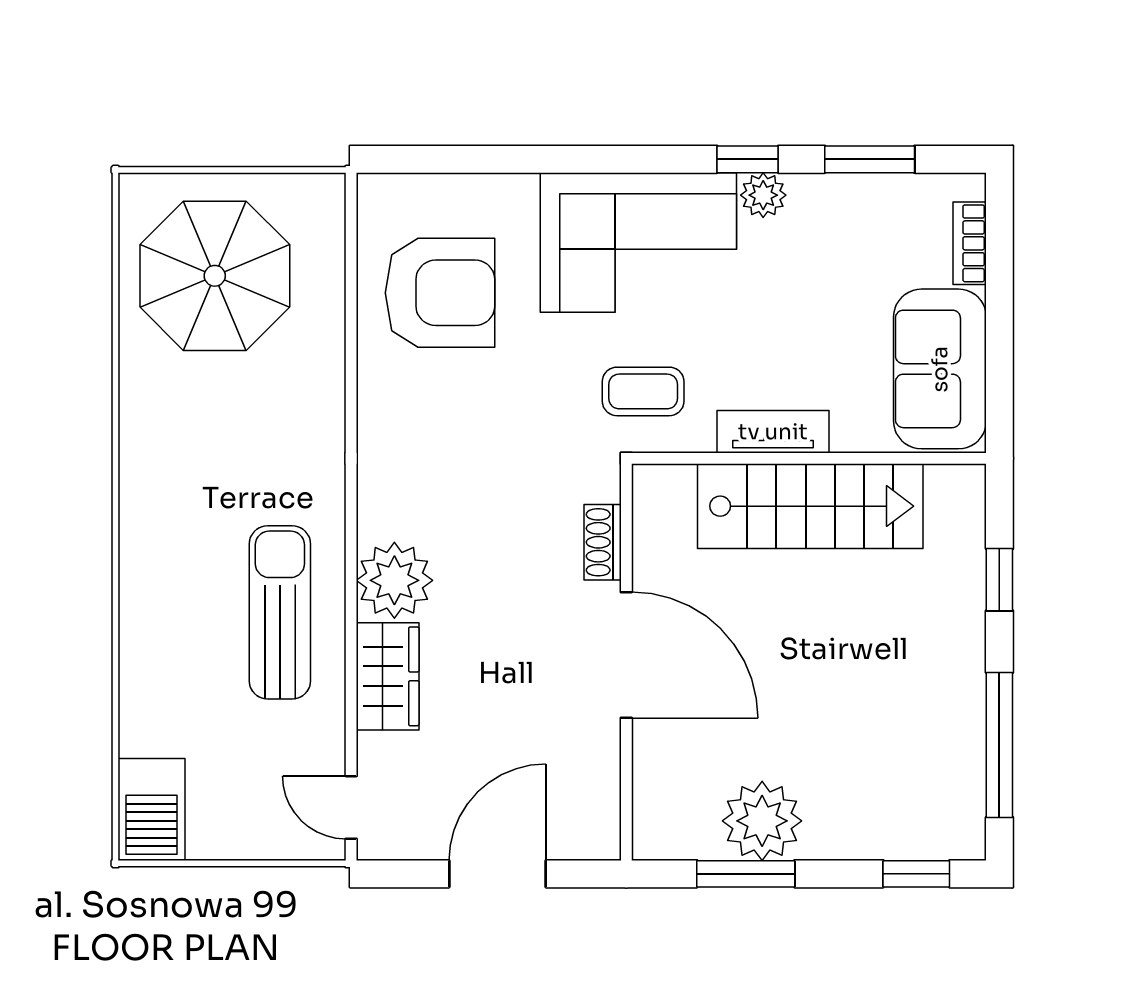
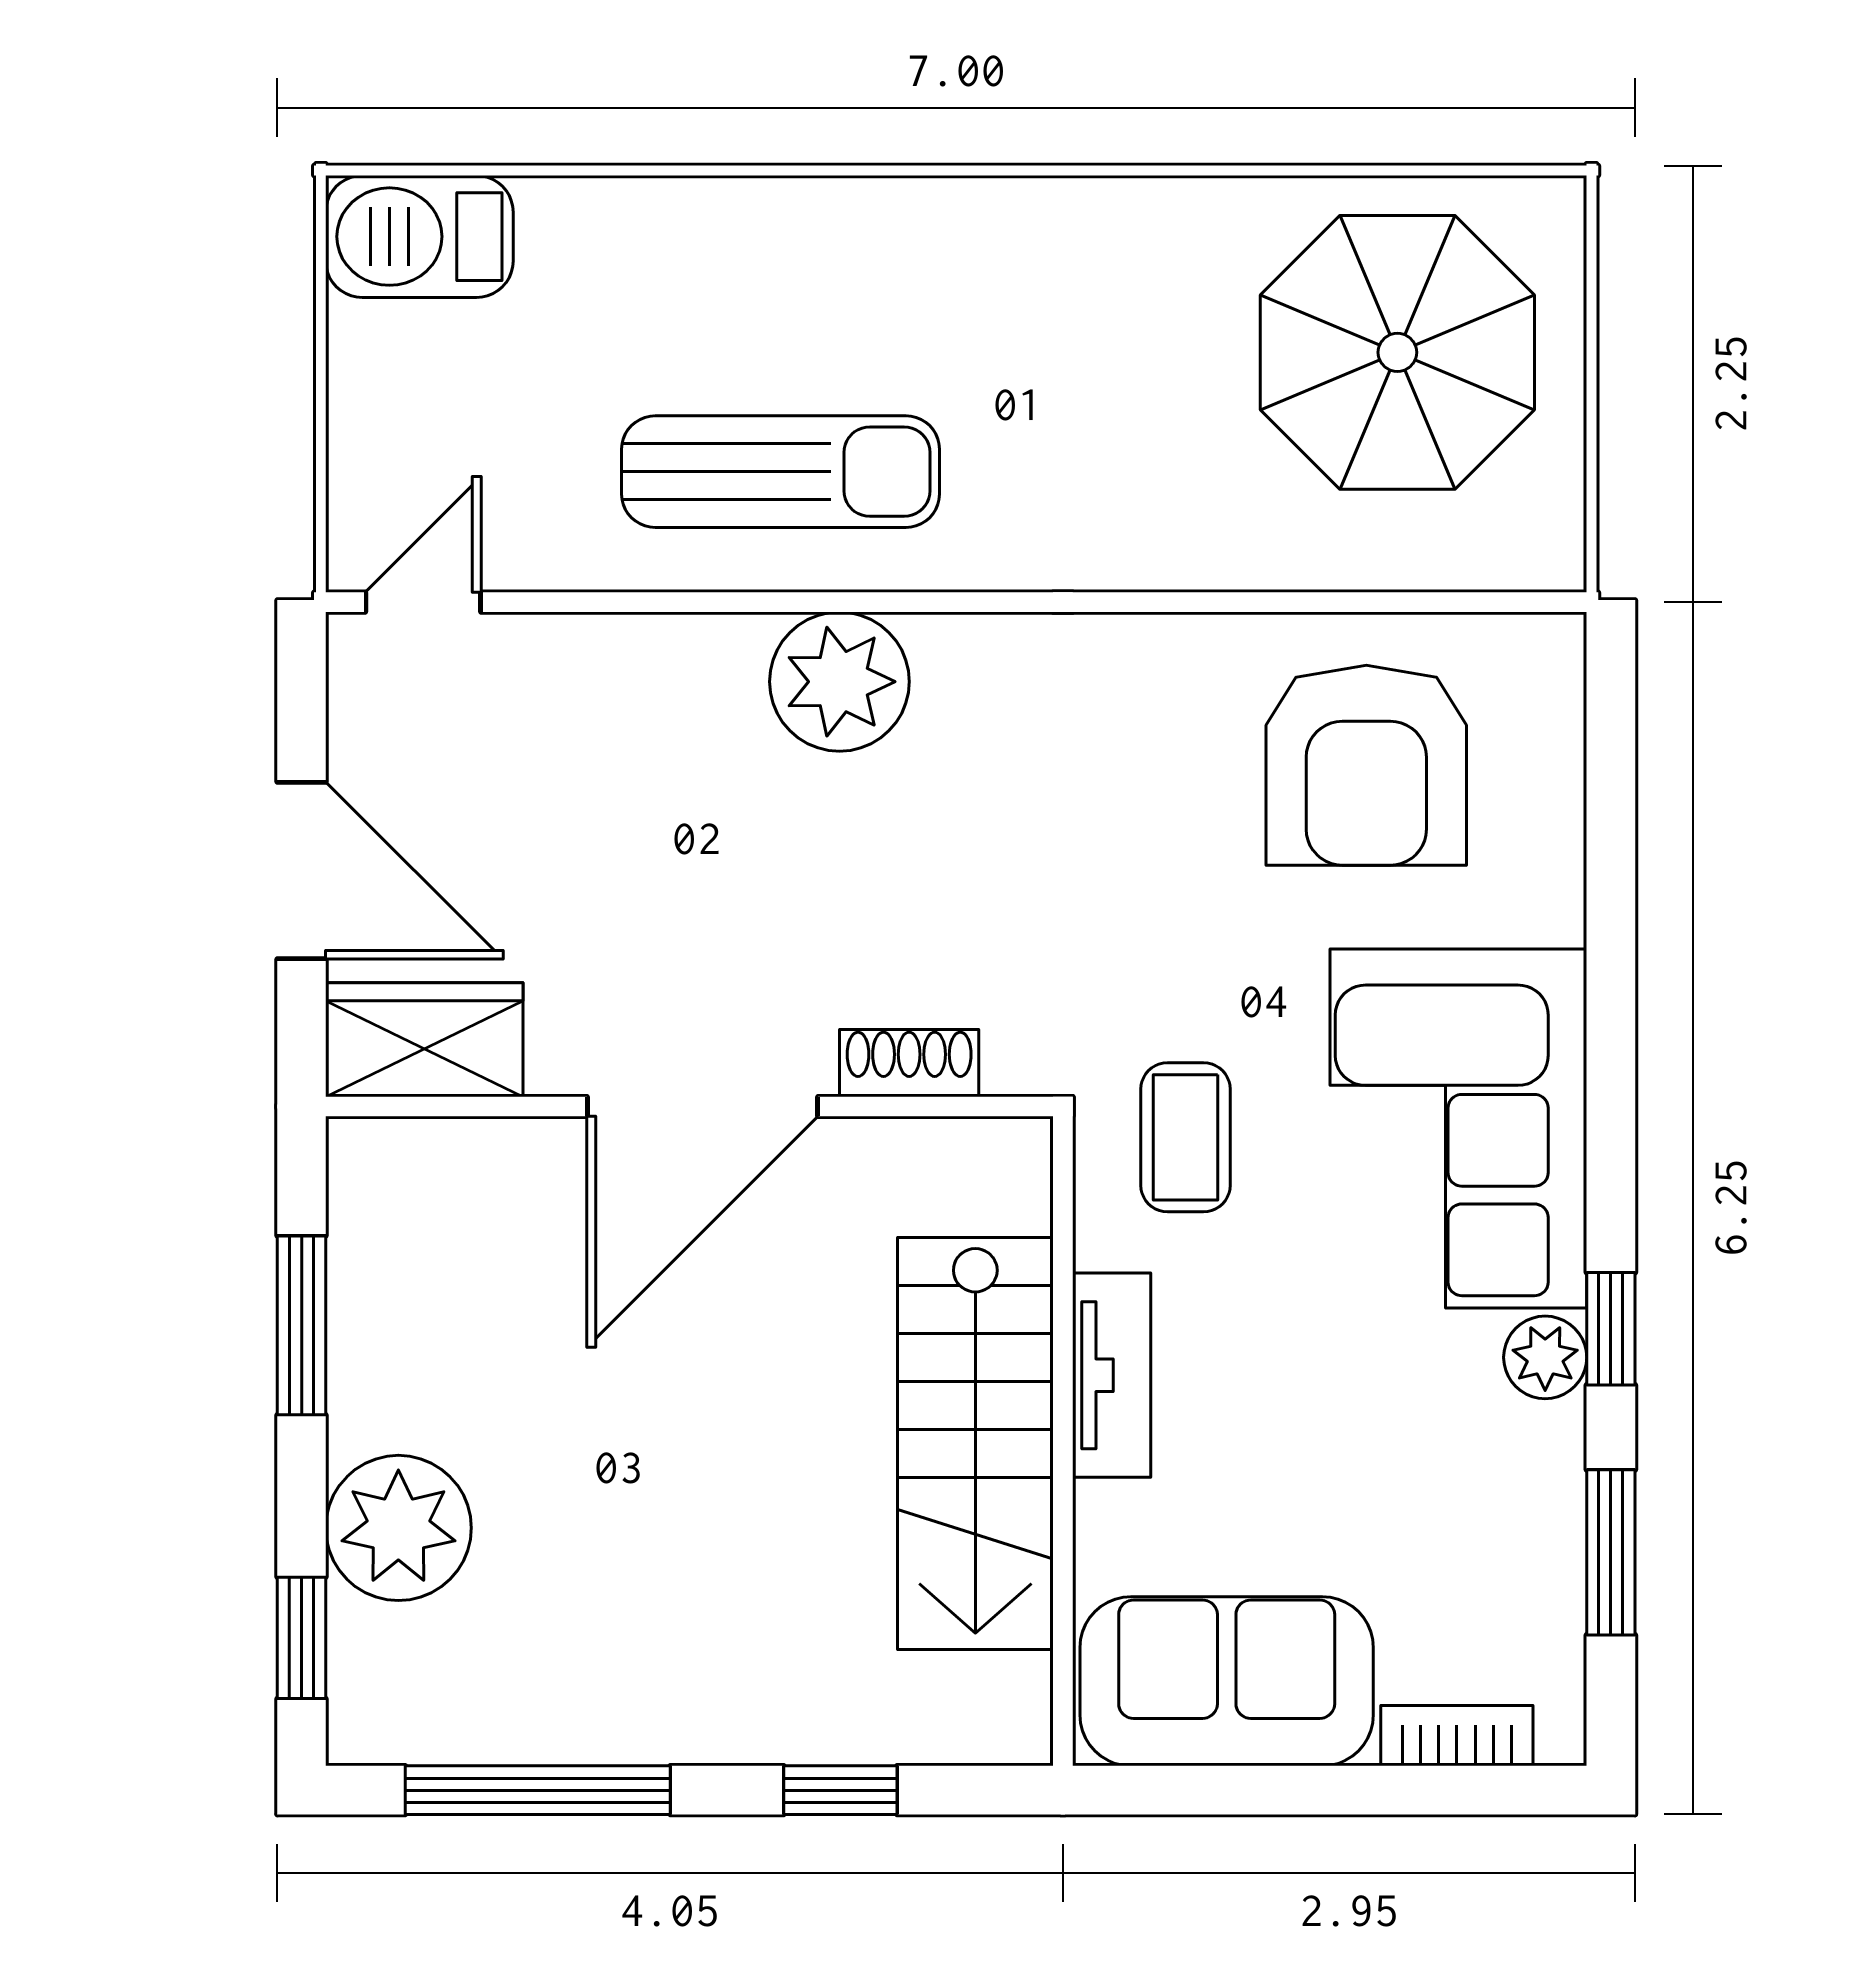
wardrobe: (388, 676) -> (424, 1040), moved, turned 180
plant: (762, 821) -> (398, 1528), moved

